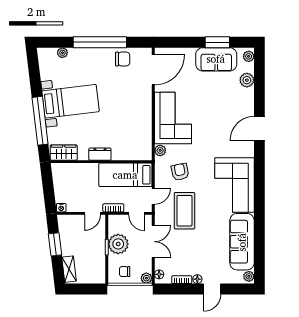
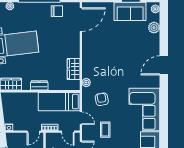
corner sofa: (173, 118) -> (96, 57), removed
wardrobe: (144, 133) -> (74, 69), added
door: (153, 196) -> (81, 118), hinge flipped
coffee table: (184, 211) -> (105, 130), width x0.54, depth x0.58

